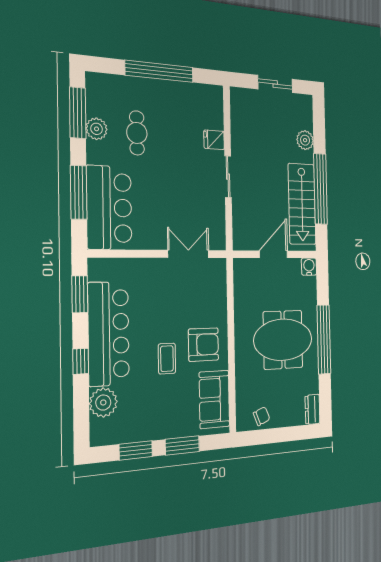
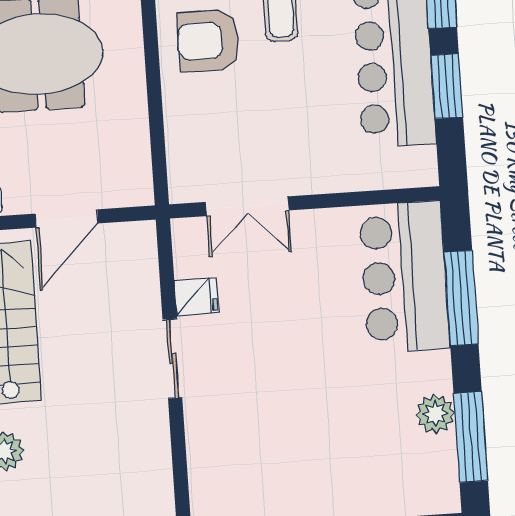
cafe table: (137, 133) -> (360, 417), removed
fridge: (214, 140) -> (196, 296), moved
window: (80, 294) -> (447, 86), moved

